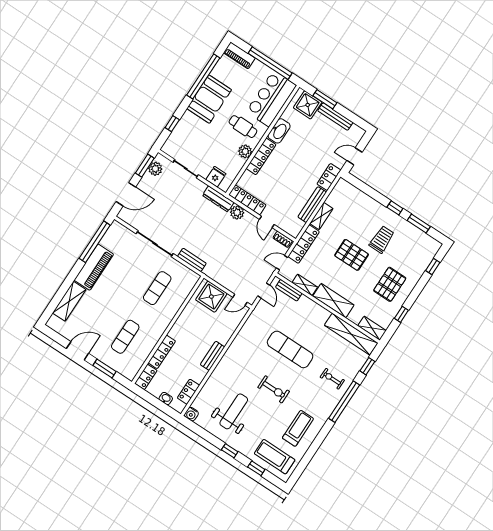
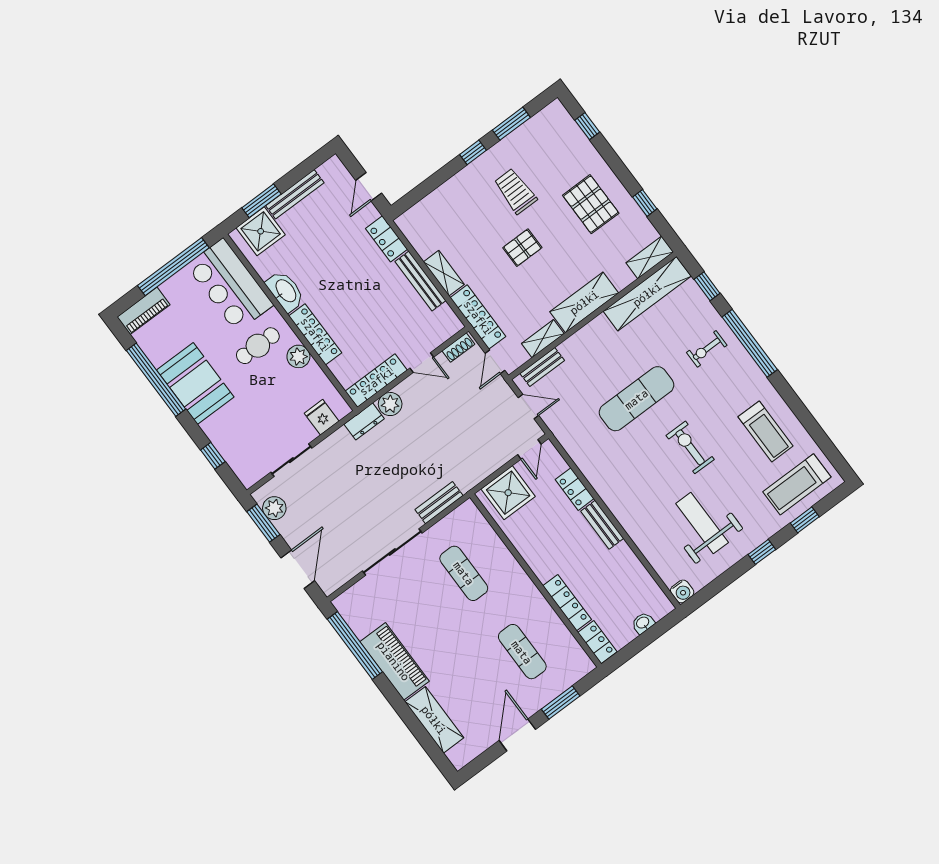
dresser: (218, 199) -> (364, 421), width x0.70
pallet: (352, 255) -> (522, 248), width x0.67, depth x0.71
exercise bike: (274, 389) -> (690, 447), turned -90
locker: (188, 392) -> (575, 489), moved
treadmill: (298, 428) -> (766, 431), turned 180

